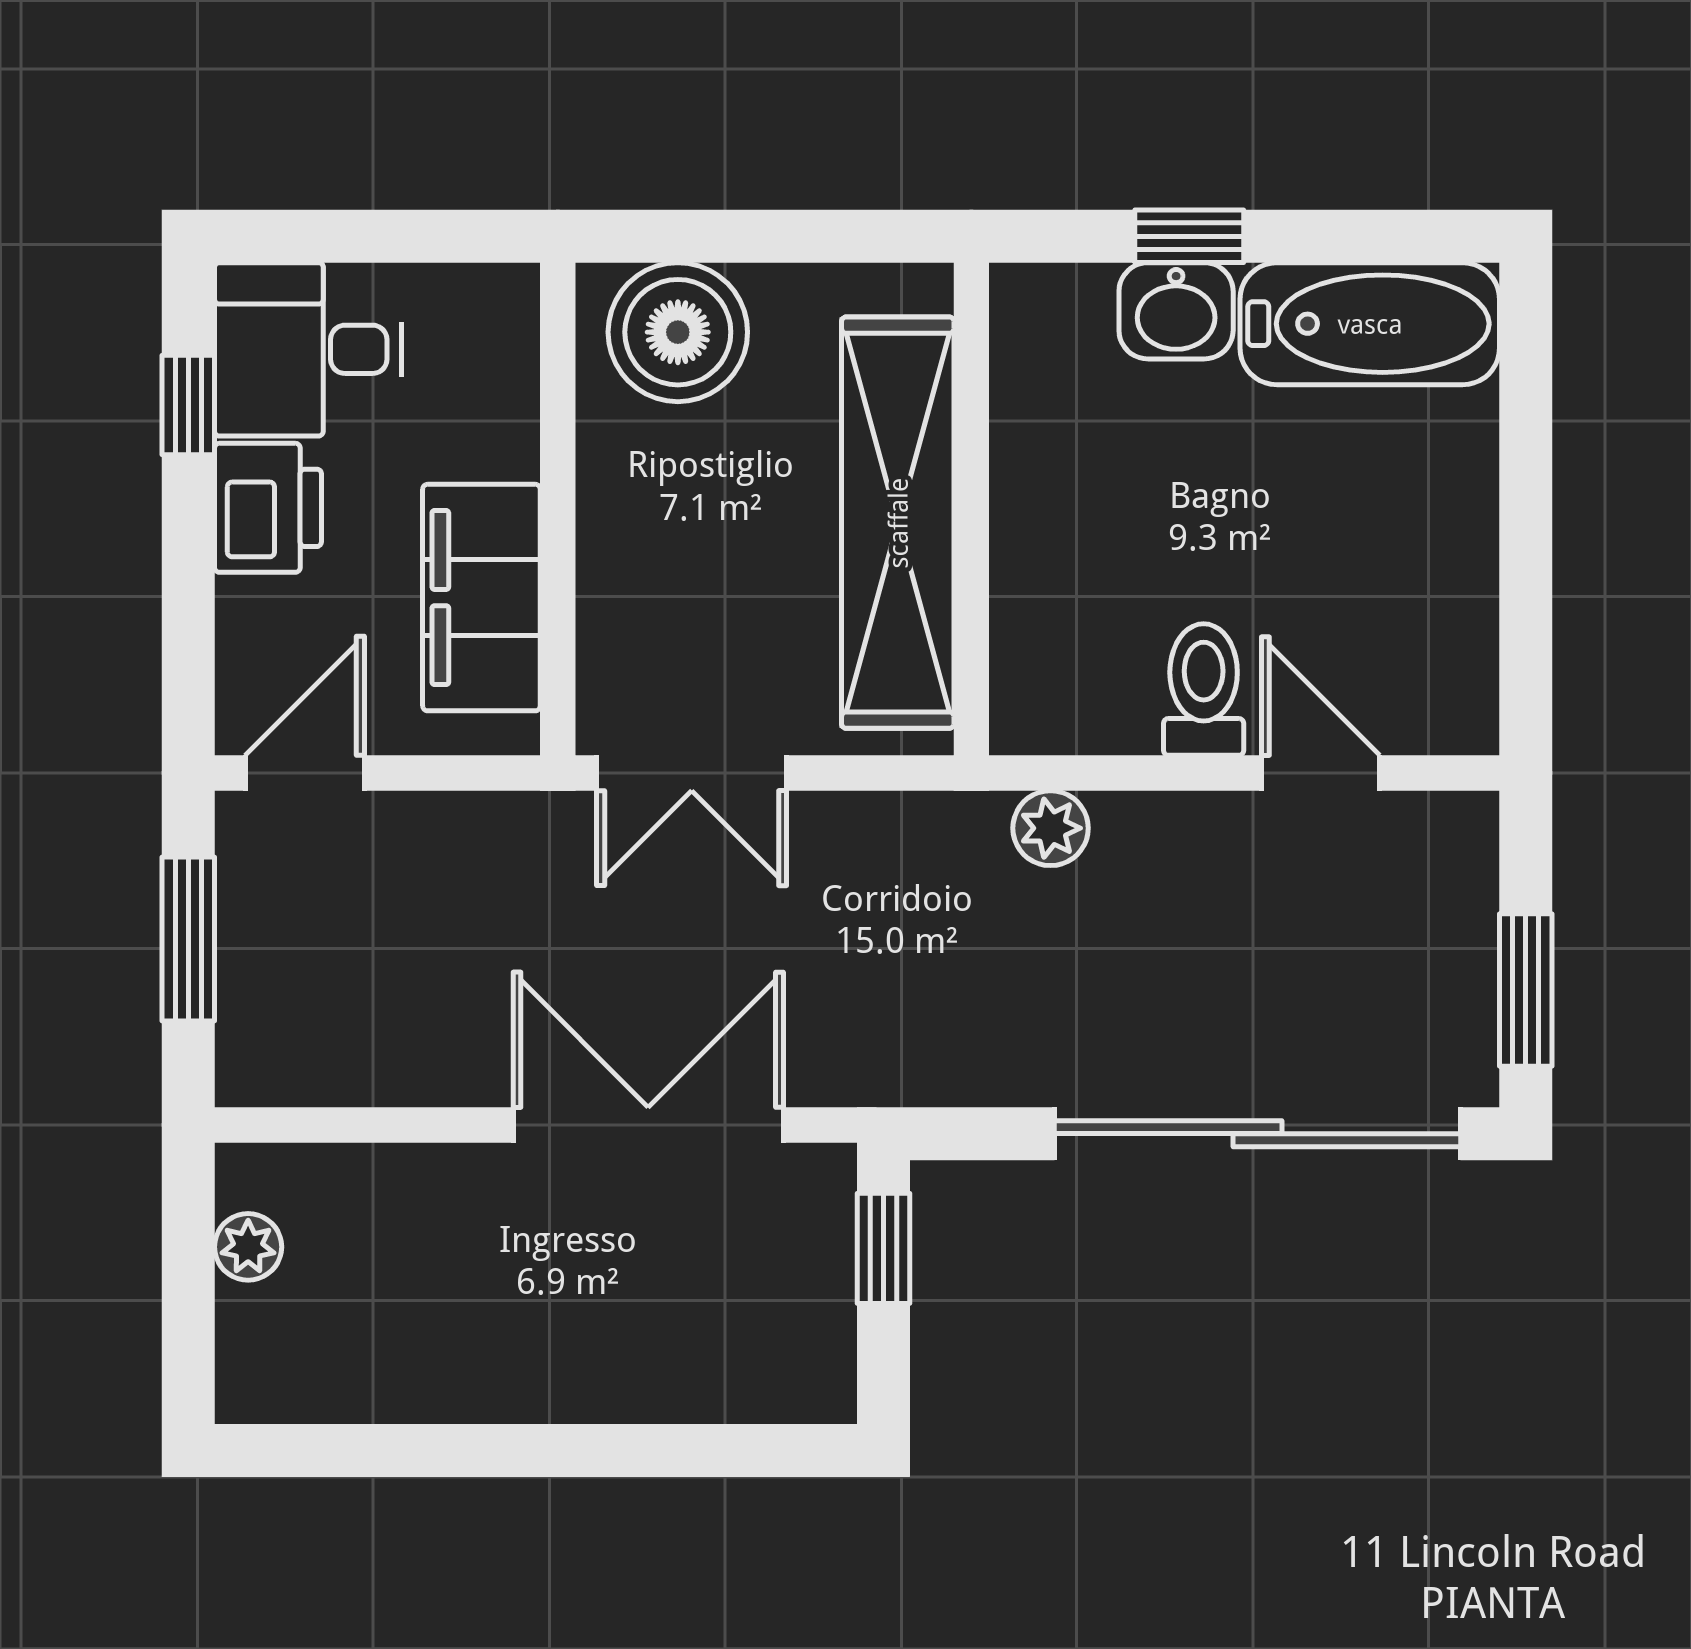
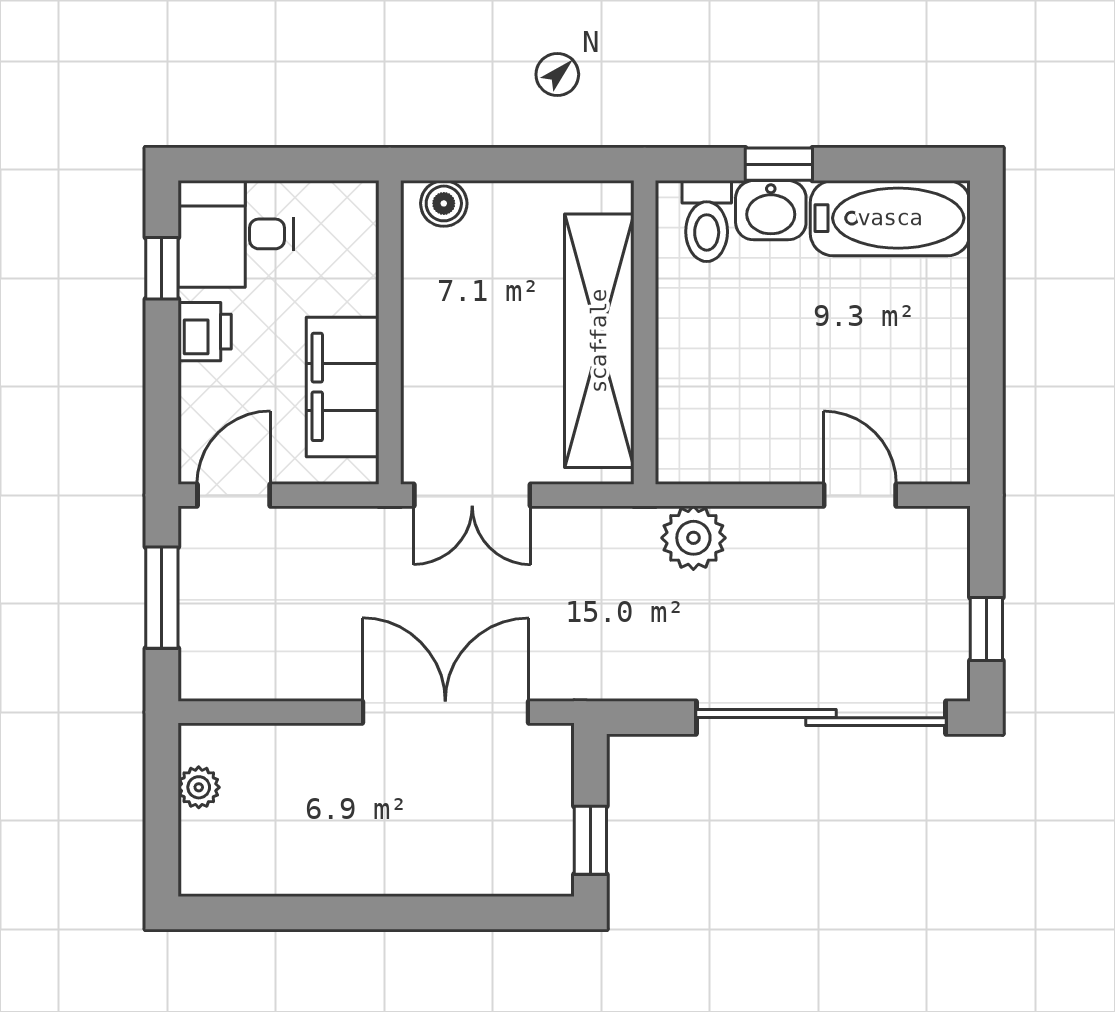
boiler: (678, 332) -> (444, 203), width x0.54, depth x0.54
printer: (268, 508) -> (205, 332), width x0.73, depth x0.81
toilet: (1204, 689) -> (707, 221), moved, turned 180
plant: (1051, 828) -> (693, 538), width x1.38, depth x1.38
window: (1526, 990) -> (986, 629), width x0.67
window: (883, 1248) -> (590, 840), moved

